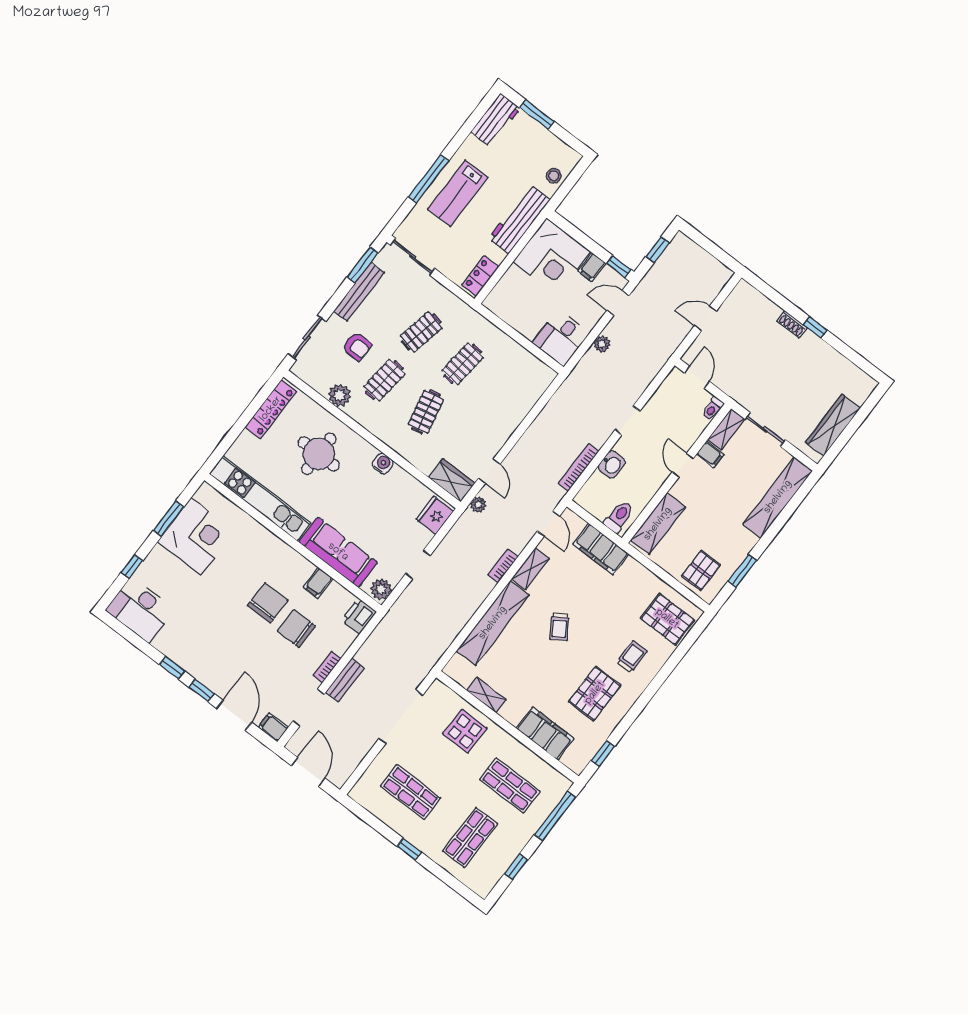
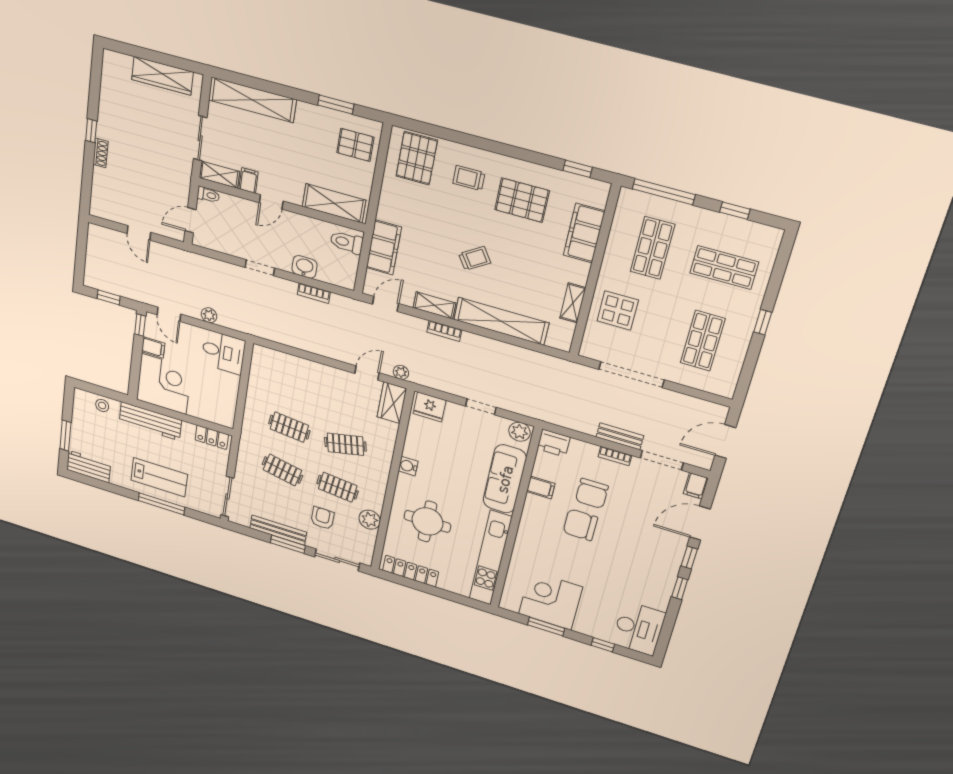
window: (363, 265) -> (288, 544), moved
bookcase: (579, 467) -> (314, 293), width x0.64

